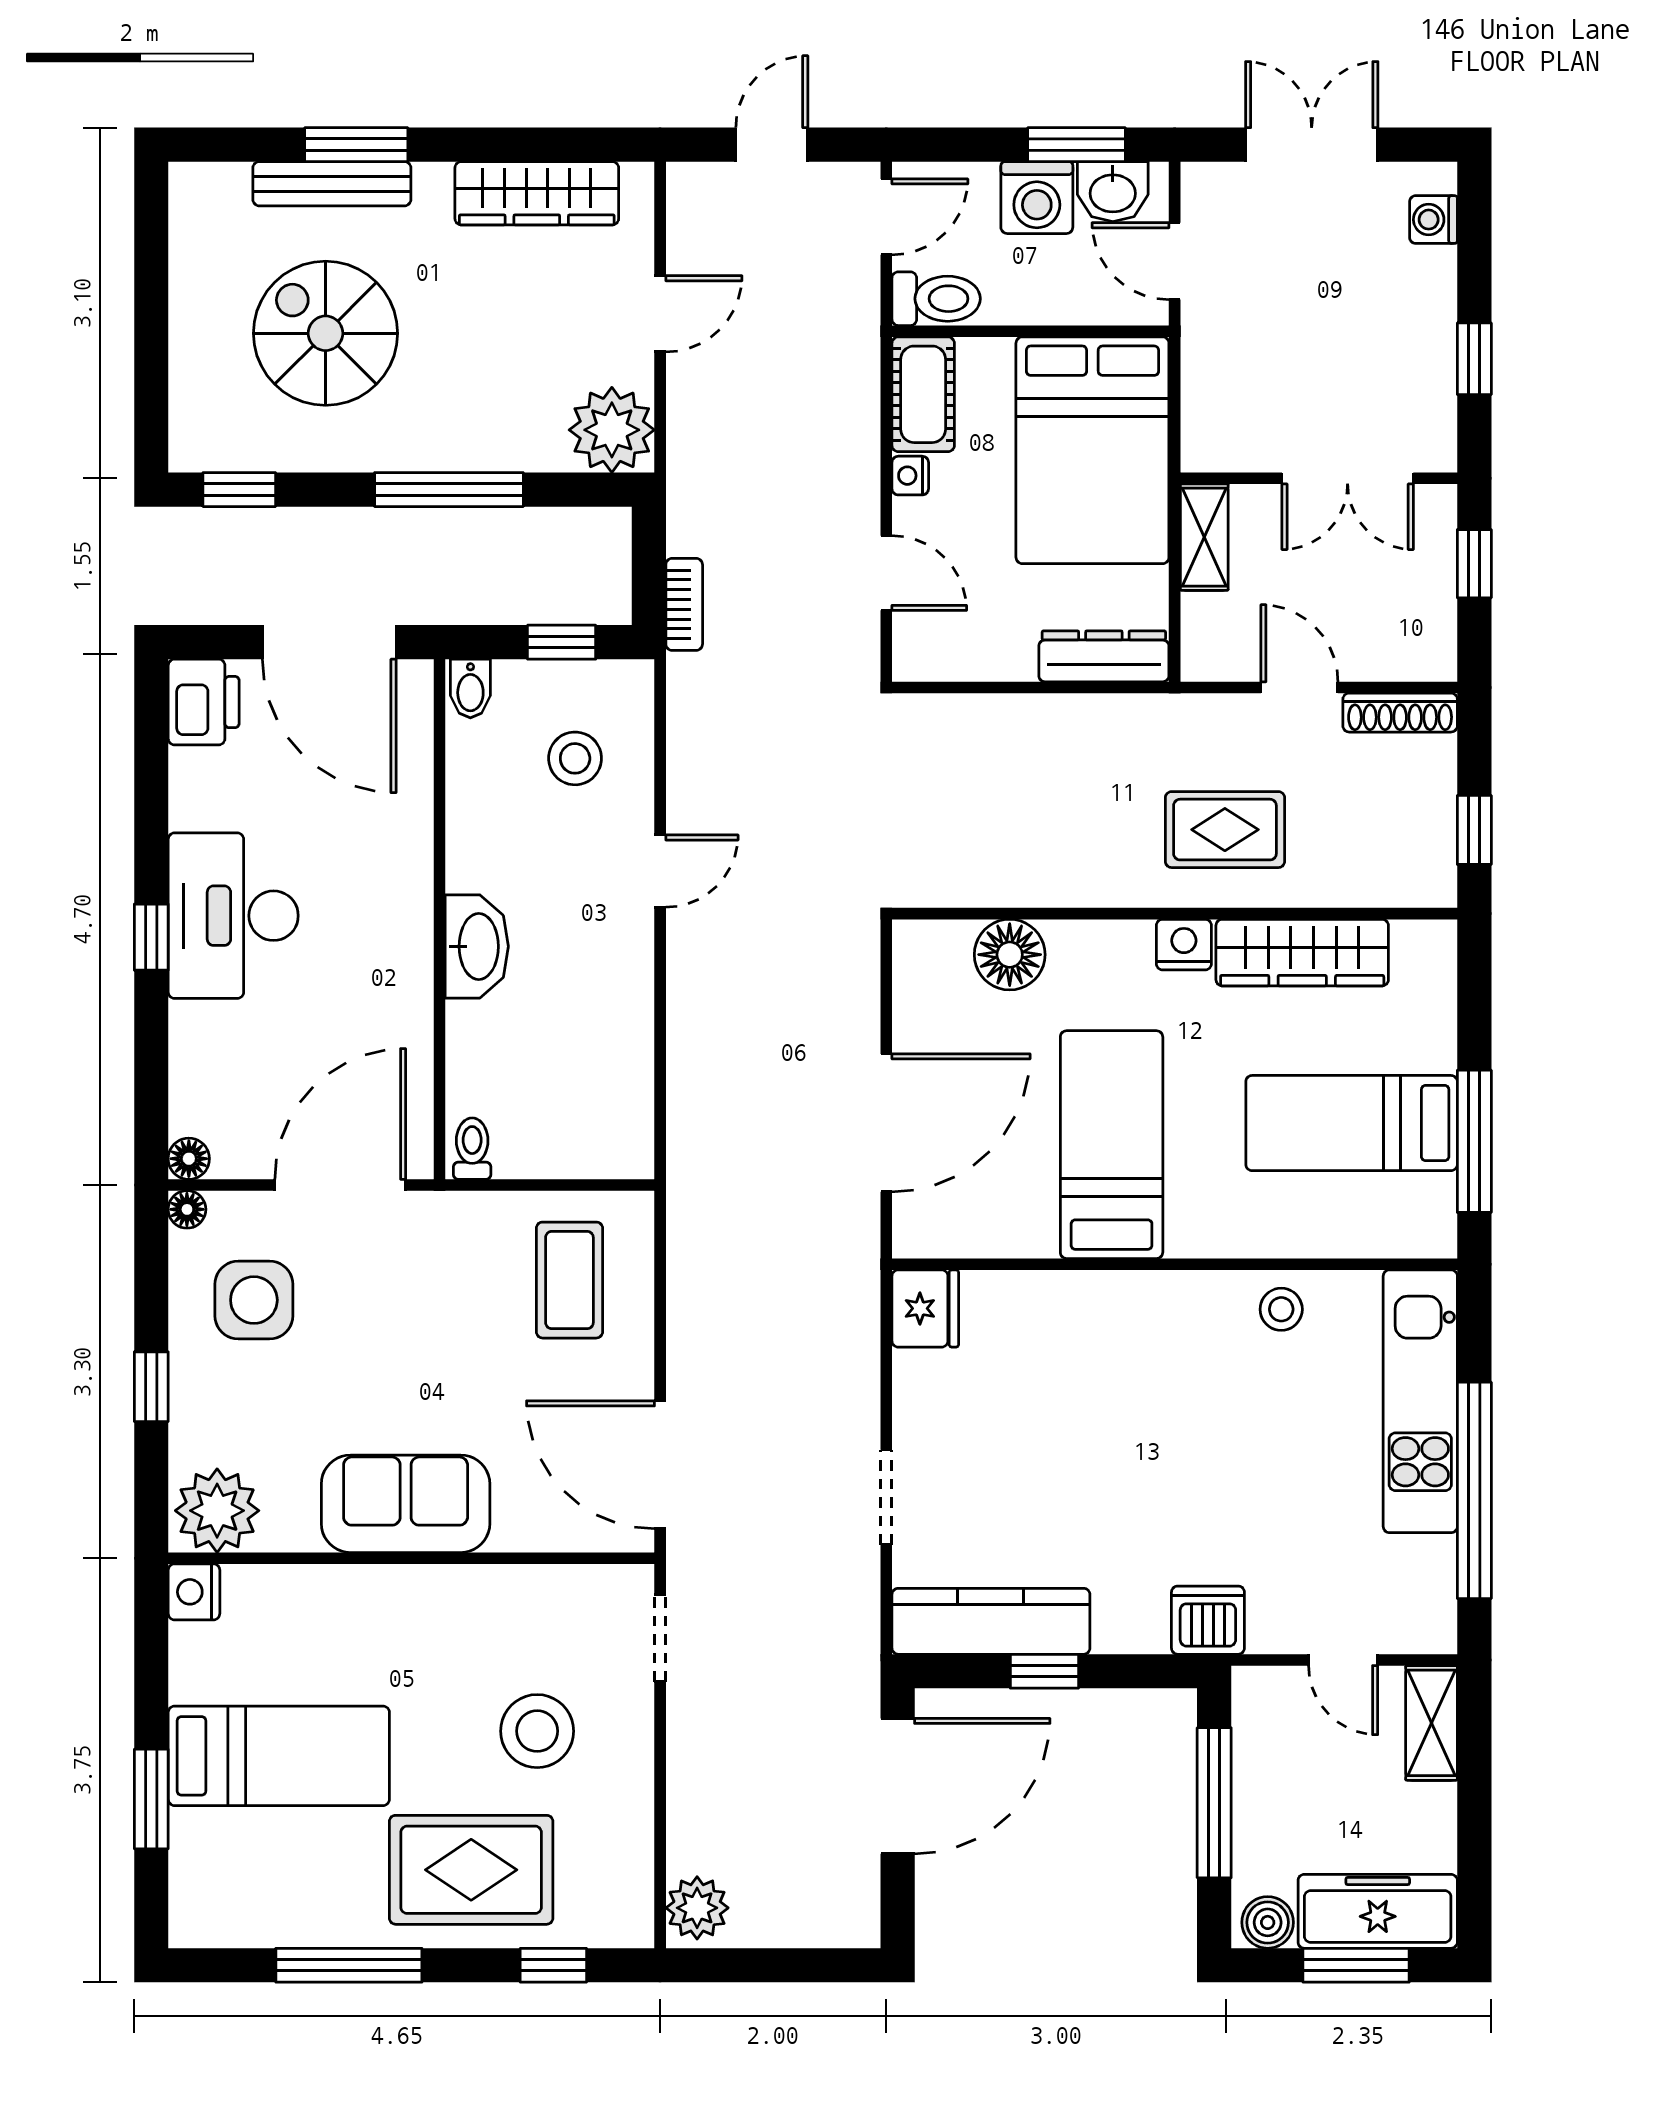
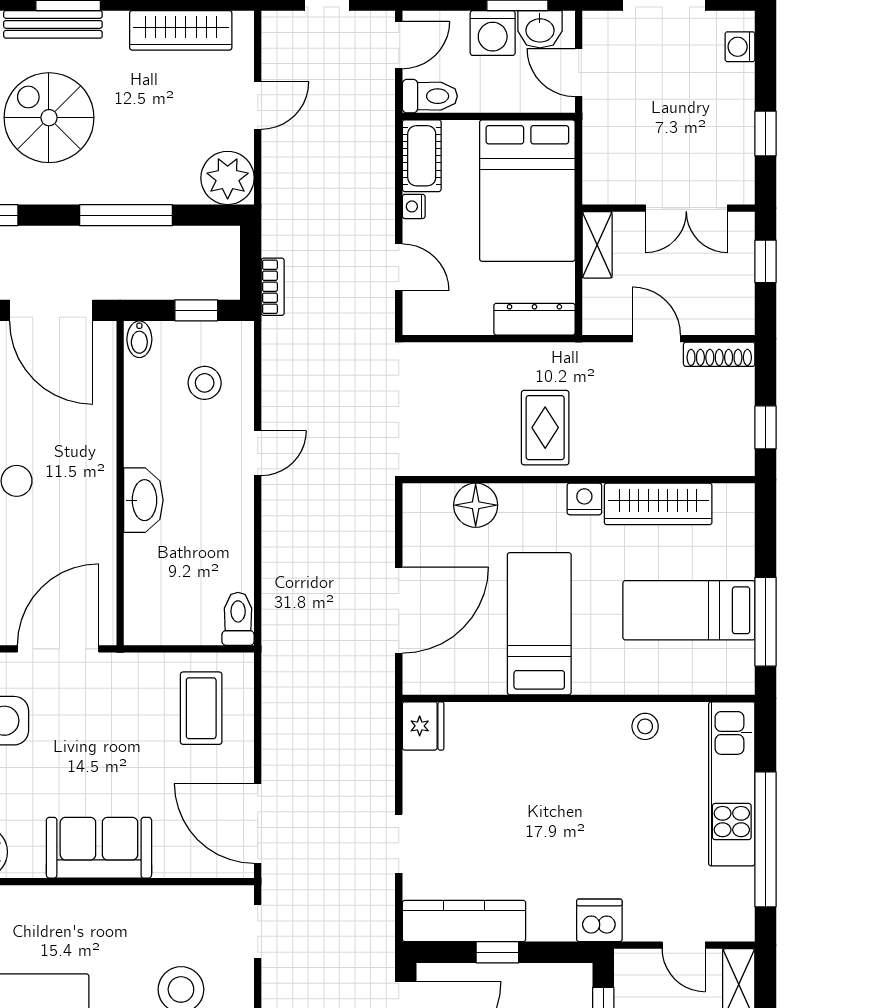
rug: (1225, 830) -> (545, 428), moved, turned 90
toilet: (472, 1149) -> (238, 619), moved, width x1.37, depth x1.39

